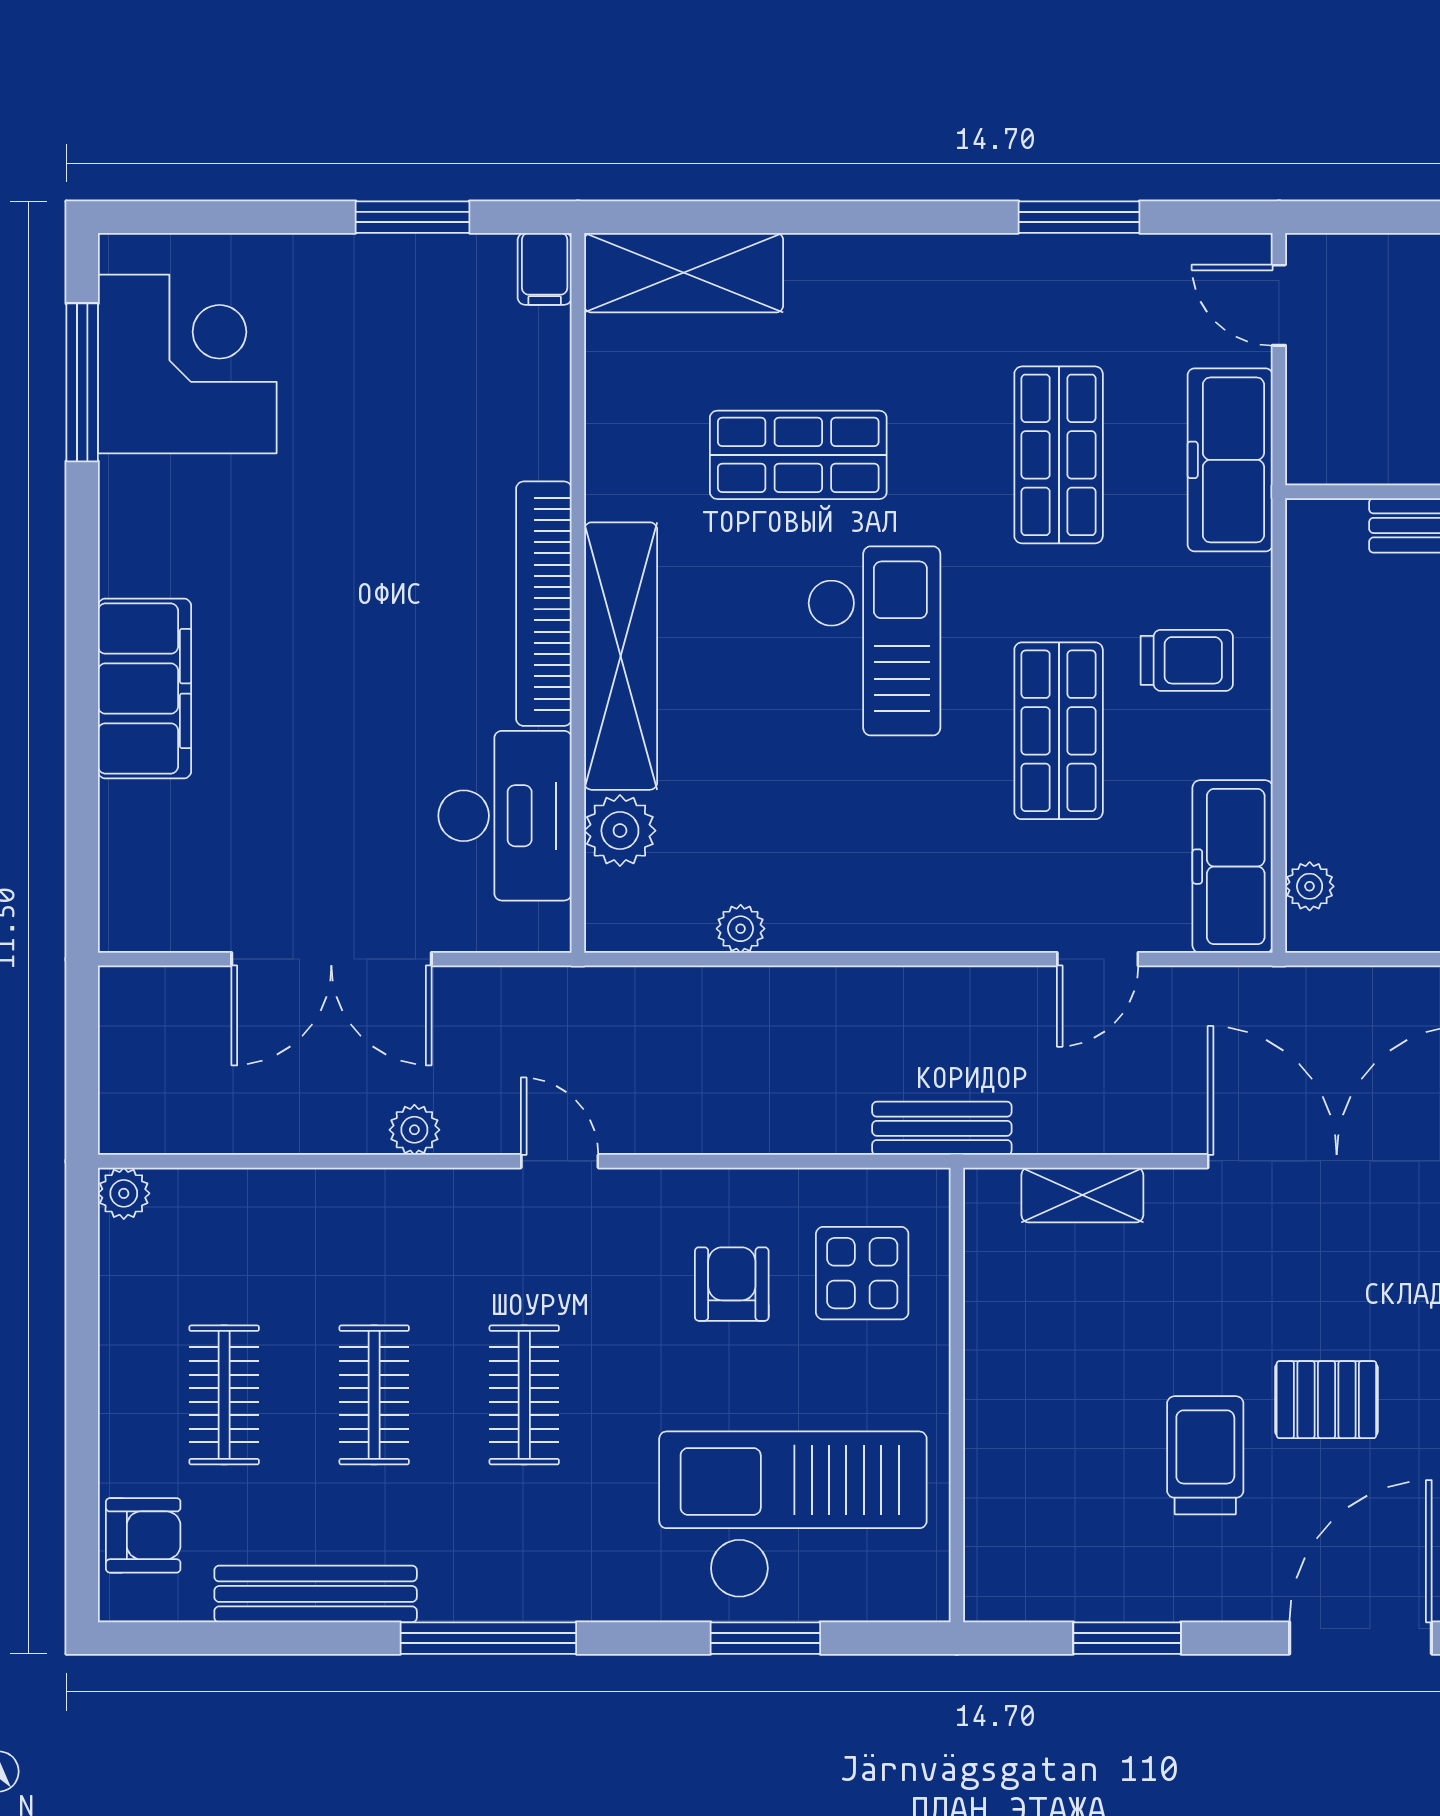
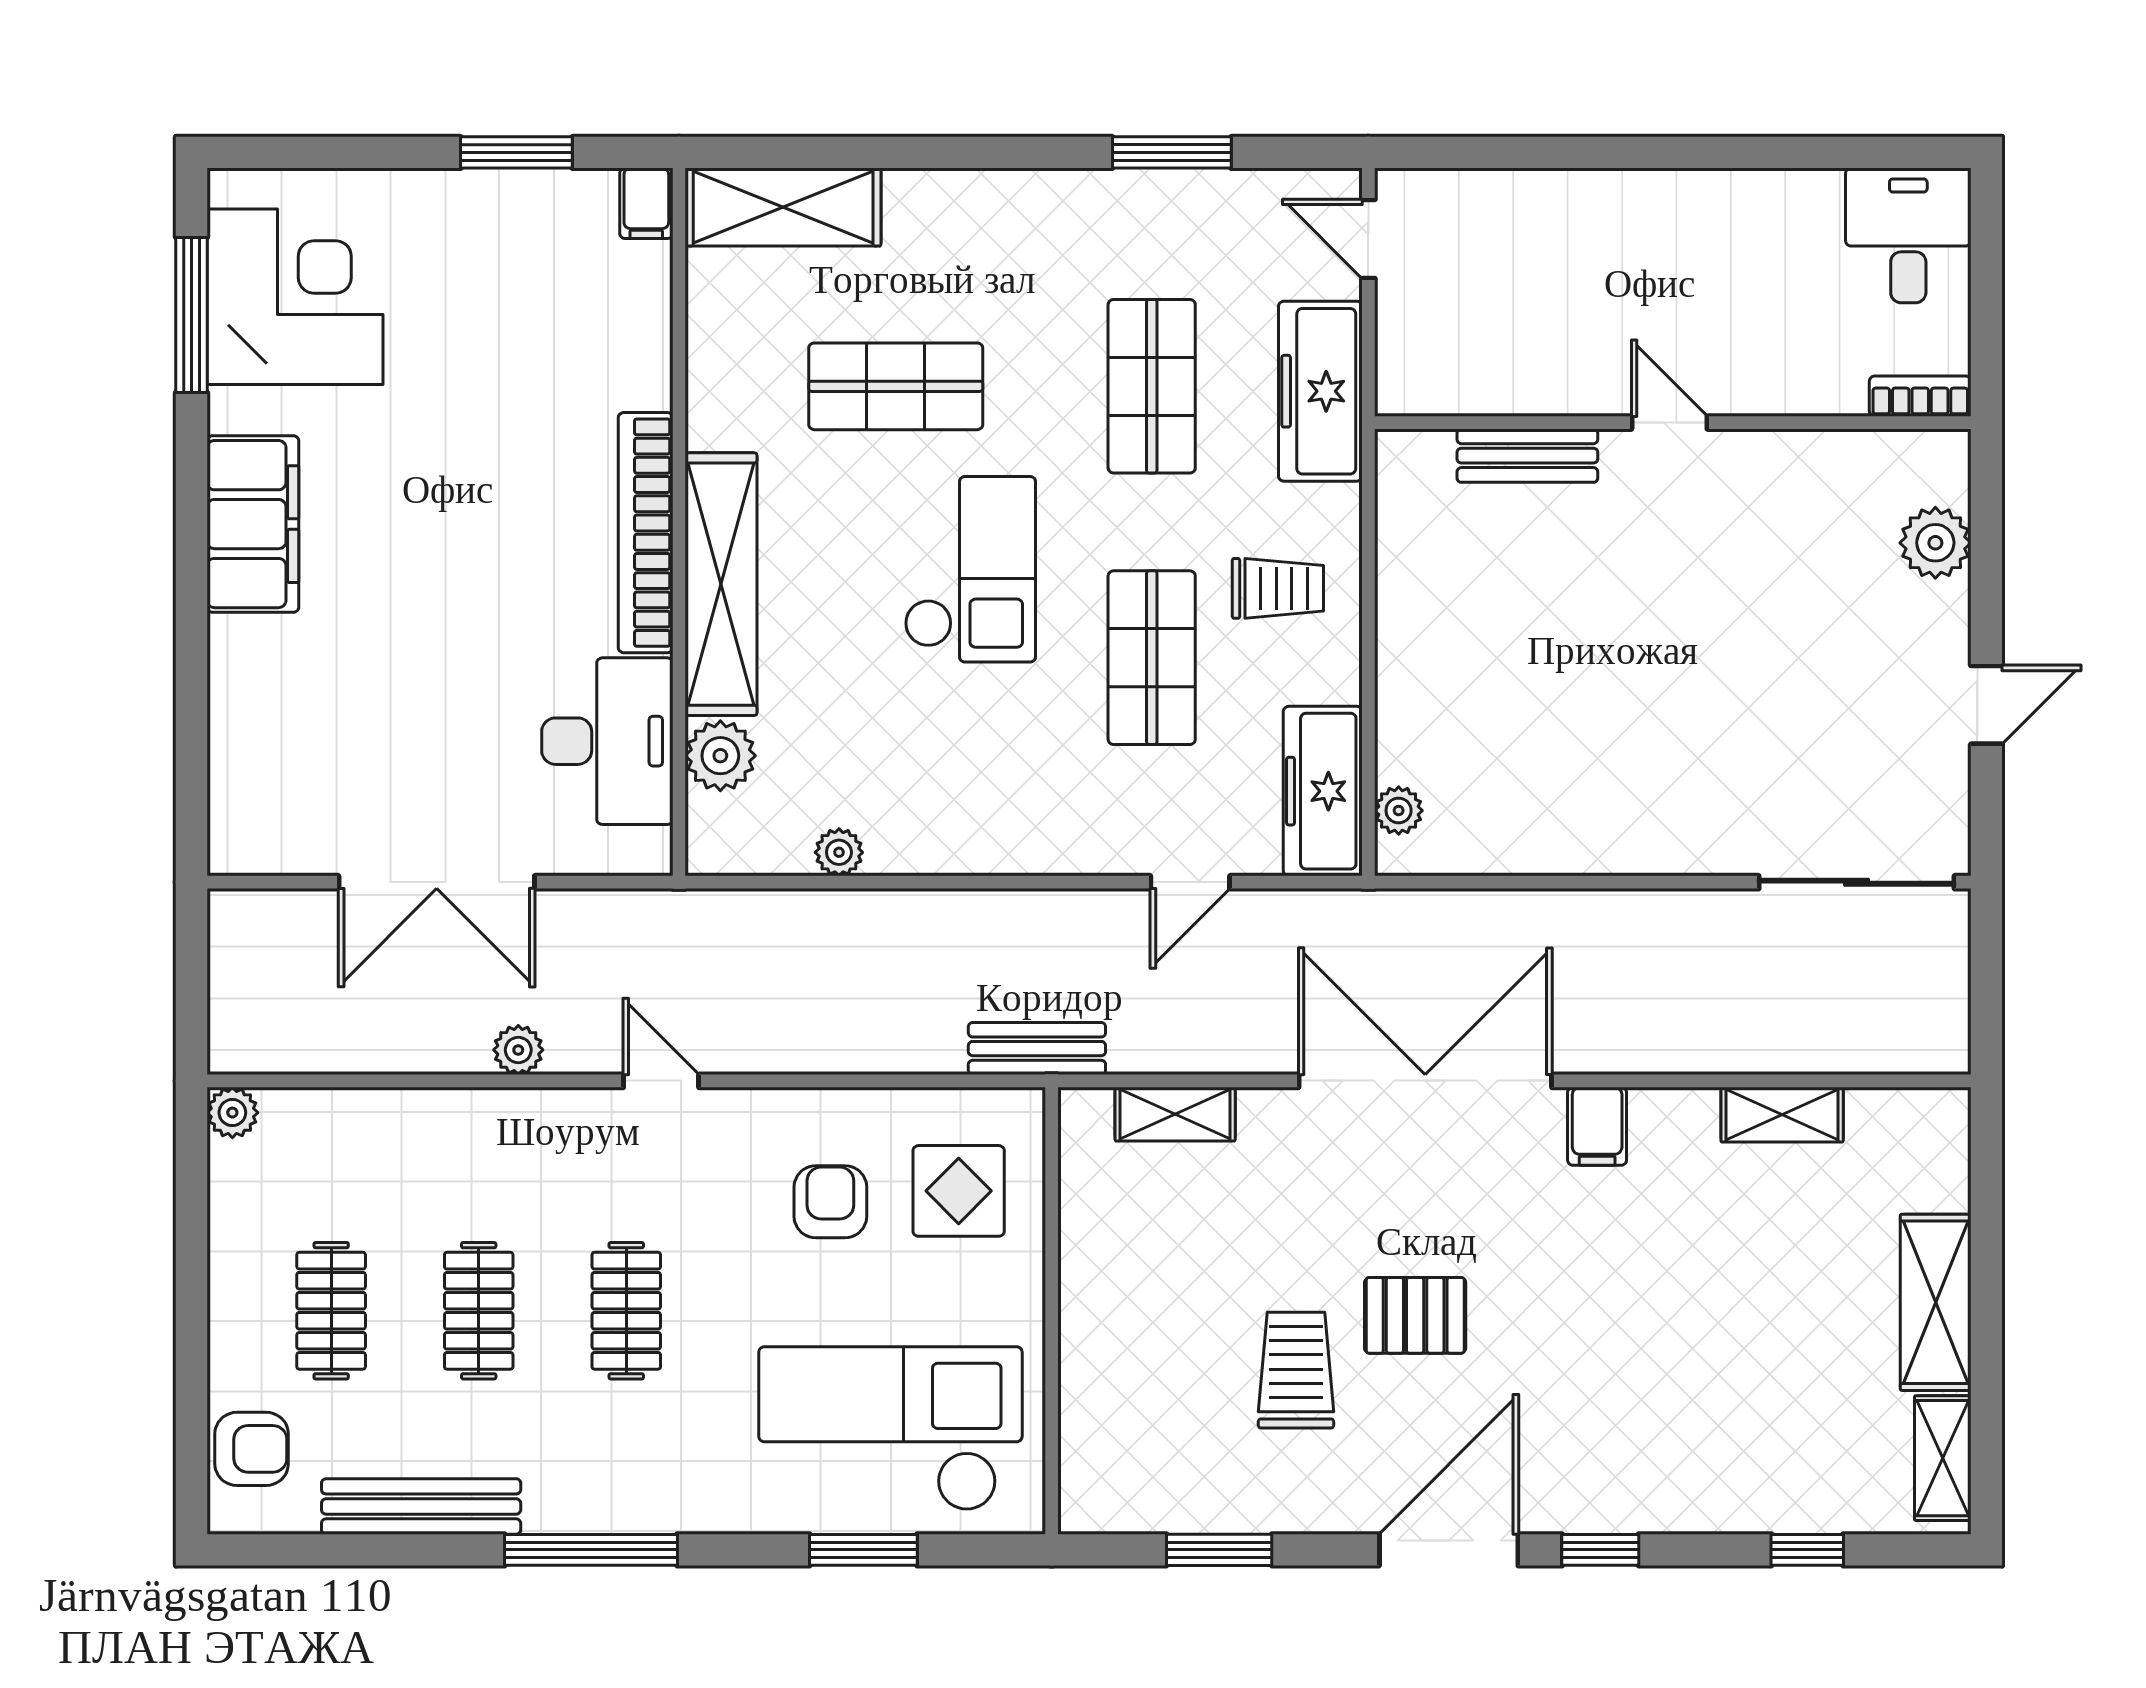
filing cabinet: (145, 689) -> (253, 524), moved

